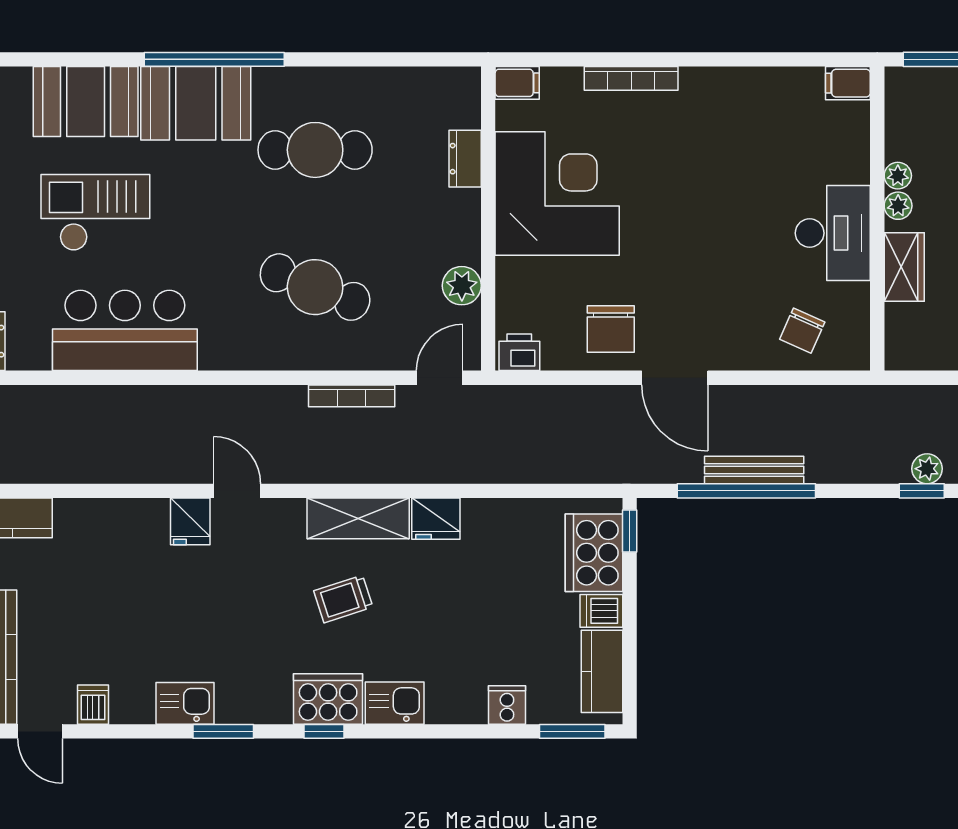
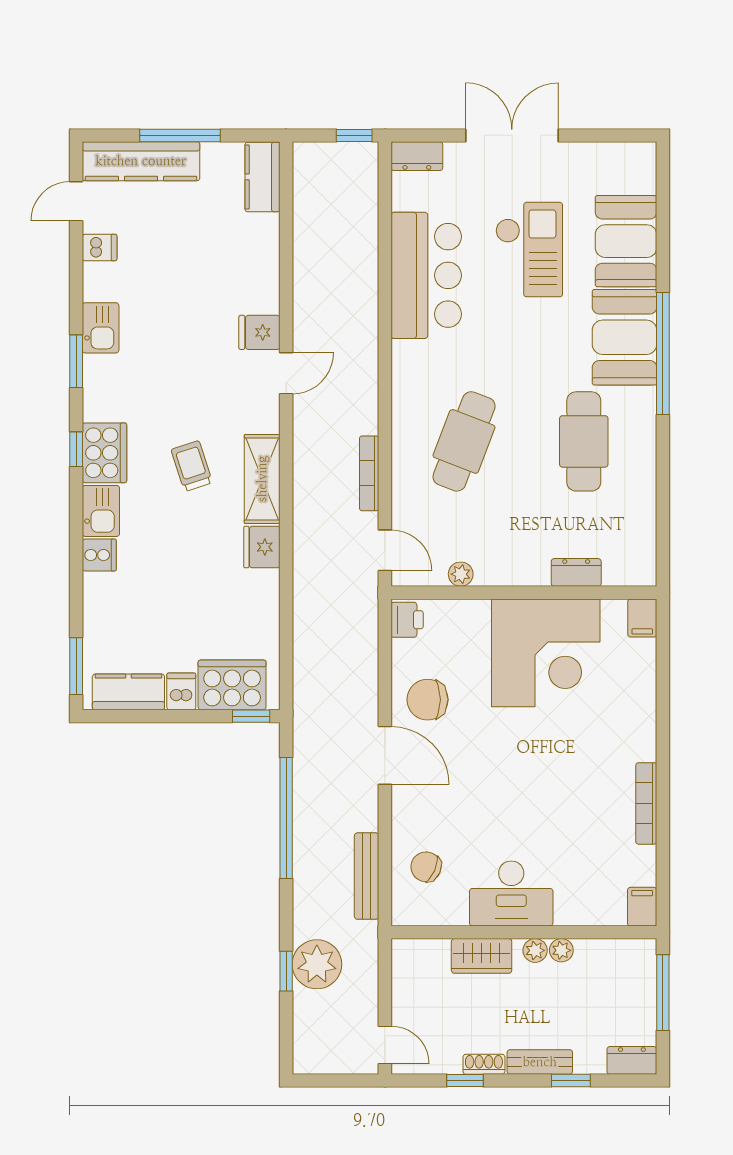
bookcase: (631, 78) -> (646, 803), moved
plant: (462, 286) -> (461, 574), width x0.73, depth x0.73
door: (675, 378) -> (385, 755), swing flipped
plant: (927, 469) -> (317, 964), width x1.88, depth x1.88
bench: (754, 470) -> (367, 876), moved
cooker: (507, 705) -> (99, 555), moved

